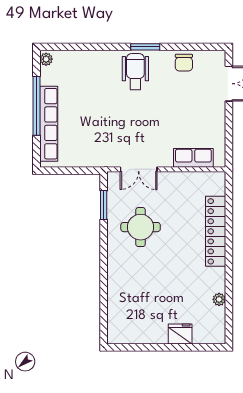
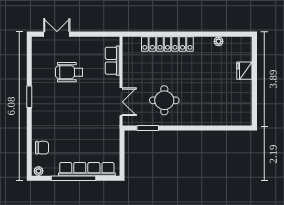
chair: (184, 63) -> (42, 148), moved
wheelchair: (135, 72) -> (69, 72), moved

